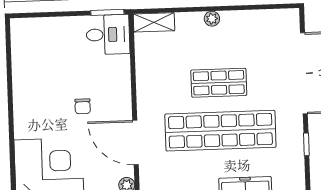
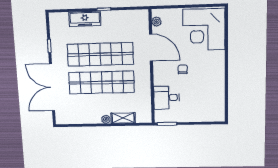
shelving: (154, 22) -> (123, 118), moved
desk: (108, 35) -> (167, 98), moved
shop shelf: (219, 83) -> (102, 82), width x2.00, depth x1.36

